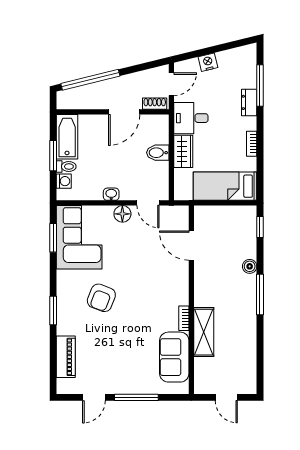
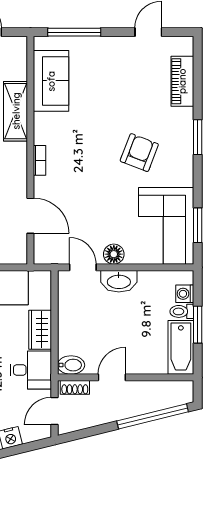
door: (124, 112) -> (112, 377), width x0.73
bidet: (158, 153) -> (71, 365), moved
washbasin: (111, 194) -> (119, 281), width x1.91, depth x1.45
bookcase: (184, 318) -> (39, 160), moved
window: (136, 397) -> (74, 32), moved

